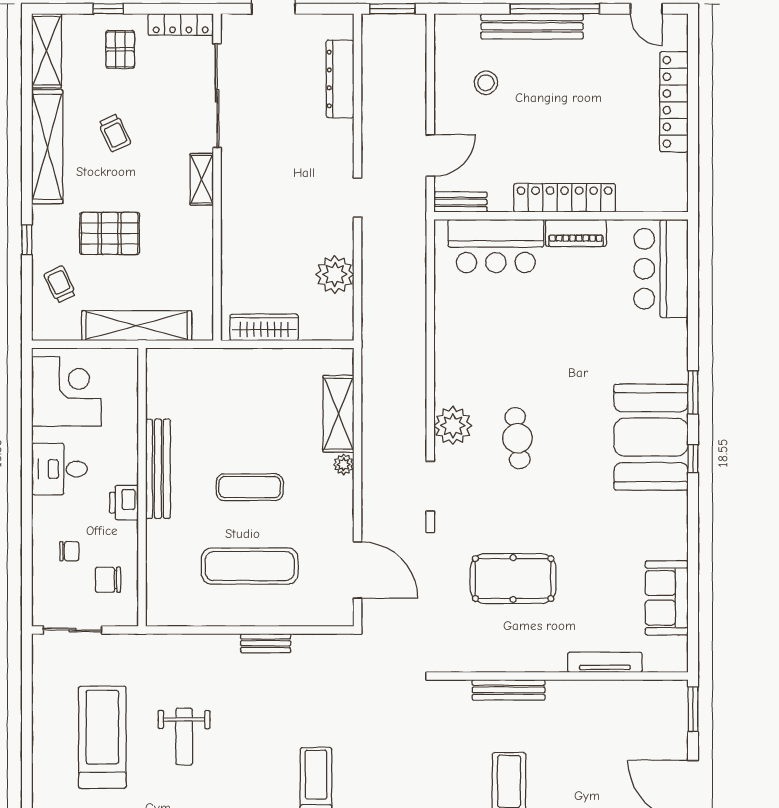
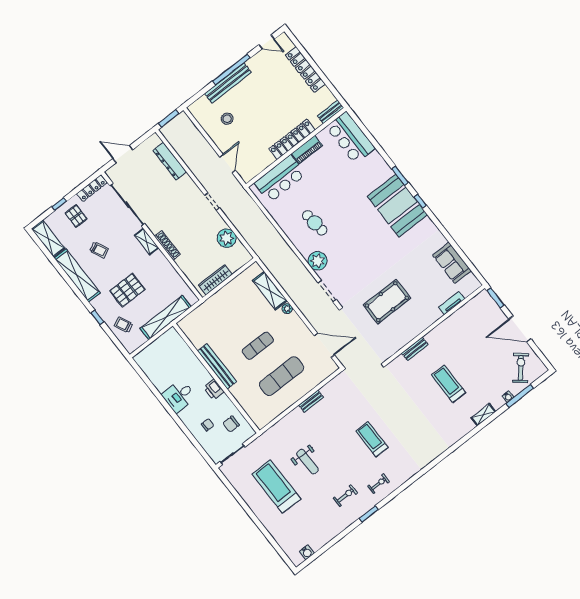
bench: (460, 202) -> (331, 112), moved
shoe rack: (230, 212) -> (167, 245), added
corner desk: (66, 391) -> (158, 364), removed
cafe table: (517, 438) -> (315, 223), moved
tv unit: (605, 662) -> (452, 303), width x0.71
bench: (509, 690) -> (415, 349), width x0.73

